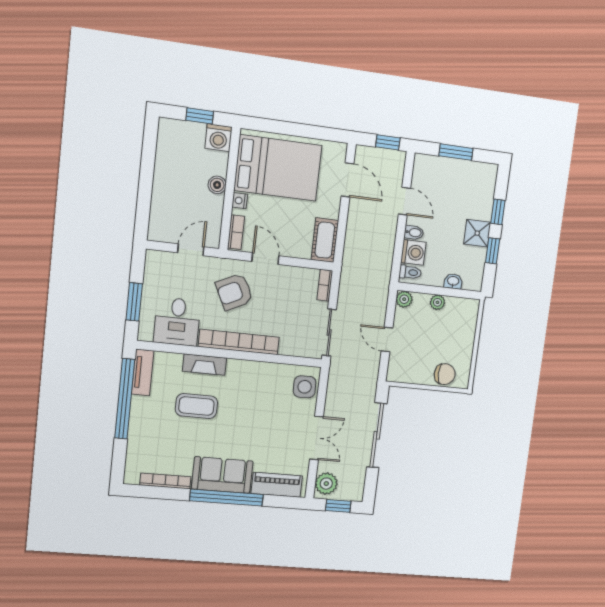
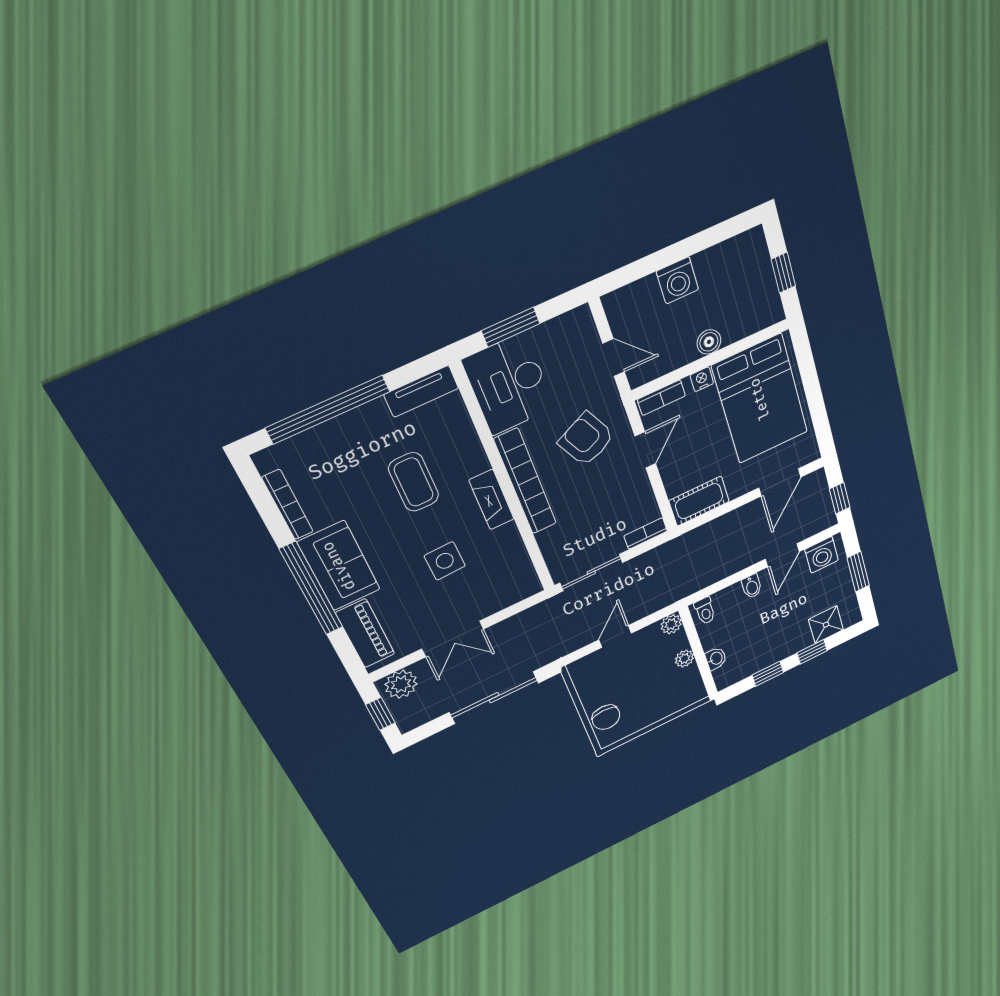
washing machine: (218, 138) -> (677, 280), moved, turned -90
shower: (477, 233) -> (826, 625), moved
washing machine: (413, 252) -> (822, 555), moved
desk: (177, 322) -> (509, 384), width x1.37
fireplace: (205, 365) -> (492, 500), moved
side table: (305, 387) -> (445, 561), moved
window: (125, 399) -> (328, 410), moved

